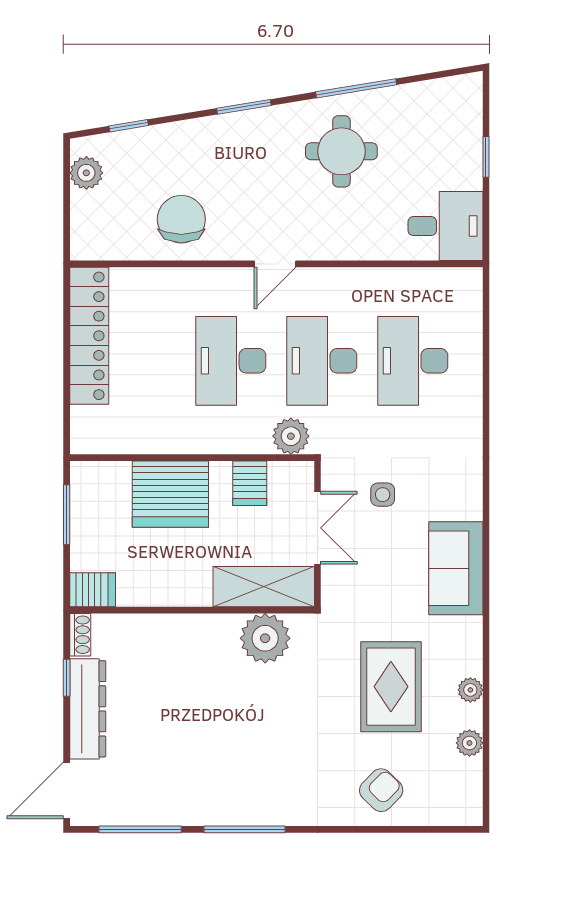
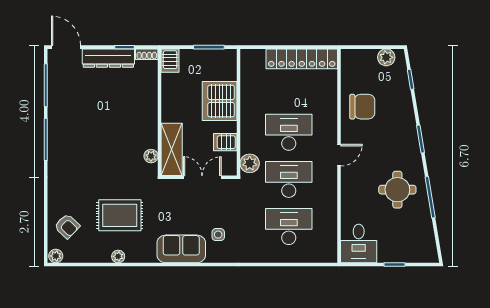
door: (275, 264) -> (339, 155), swing flipped
side table: (383, 495) -> (218, 235), moved
double door: (318, 528) -> (202, 177), swing flipped
plant: (265, 638) -> (151, 156), width x0.53, depth x0.53
plant: (469, 743) -> (56, 256), moved
armchair: (381, 790) -> (67, 226), moved

